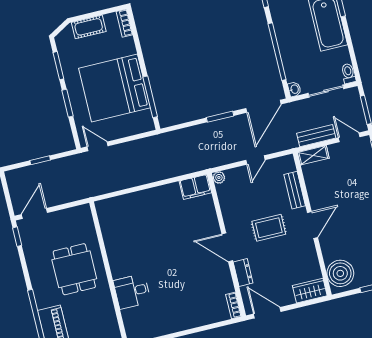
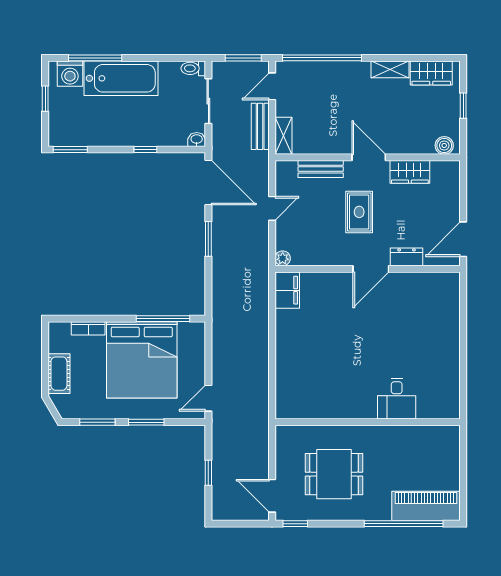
bookcase: (124, 23) -> (88, 328), moved
window: (277, 52) -> (145, 150), width x0.32
door: (255, 160) -> (272, 208), hinge flipped
dining table: (74, 269) -> (334, 474), moved
boiler: (340, 273) -> (444, 145), width x0.54, depth x0.54
wardrobe: (310, 291) -> (410, 172), moved, turned -90
bookcase: (234, 305) -> (444, 278), removed

